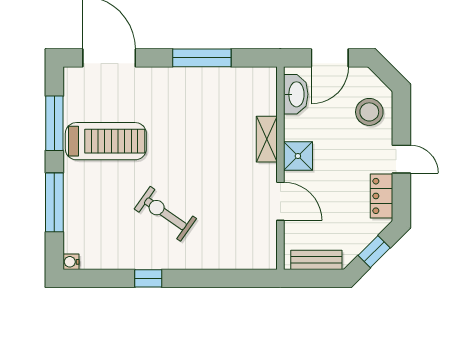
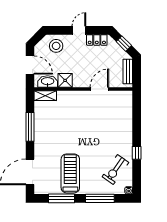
shelving: (267, 139) -> (45, 96), moved
shower: (298, 156) -> (65, 80), moved
exercise bike: (165, 214) -> (115, 170), moved

